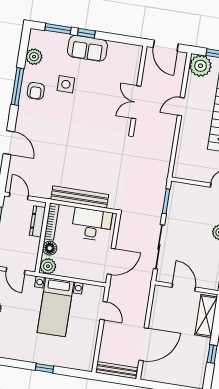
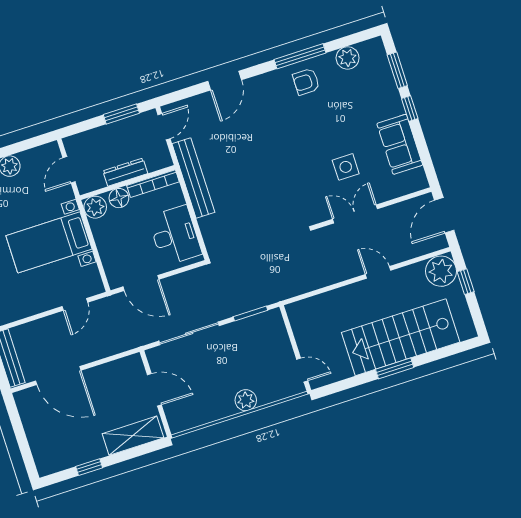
sofa: (87, 48) -> (400, 144), moved
side table: (66, 84) -> (346, 167), moved
bench: (80, 197) -> (193, 178), moved
dresser: (37, 221) -> (125, 172), moved
door: (184, 287) -> (154, 390), hinge flipped

